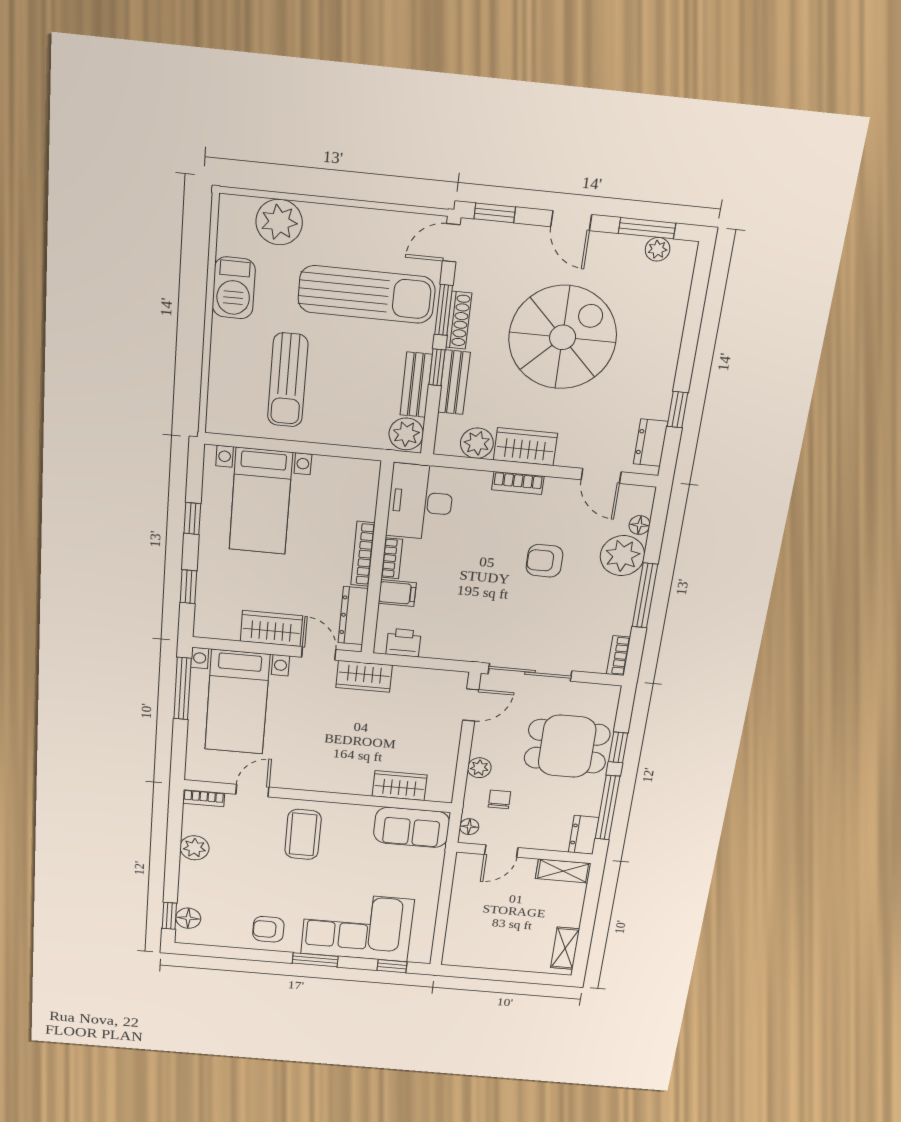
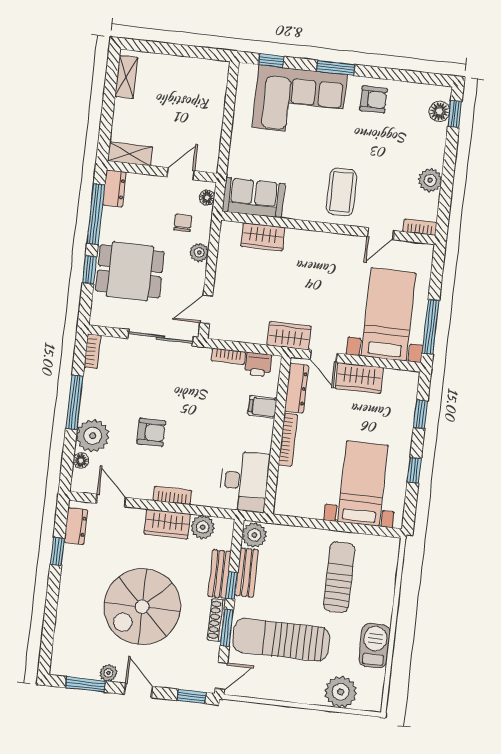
plant: (658, 249) -> (108, 673), moved
bookcase: (392, 558) -> (228, 356), moved, turned -90
chair: (499, 799) -> (183, 223), turned 180

